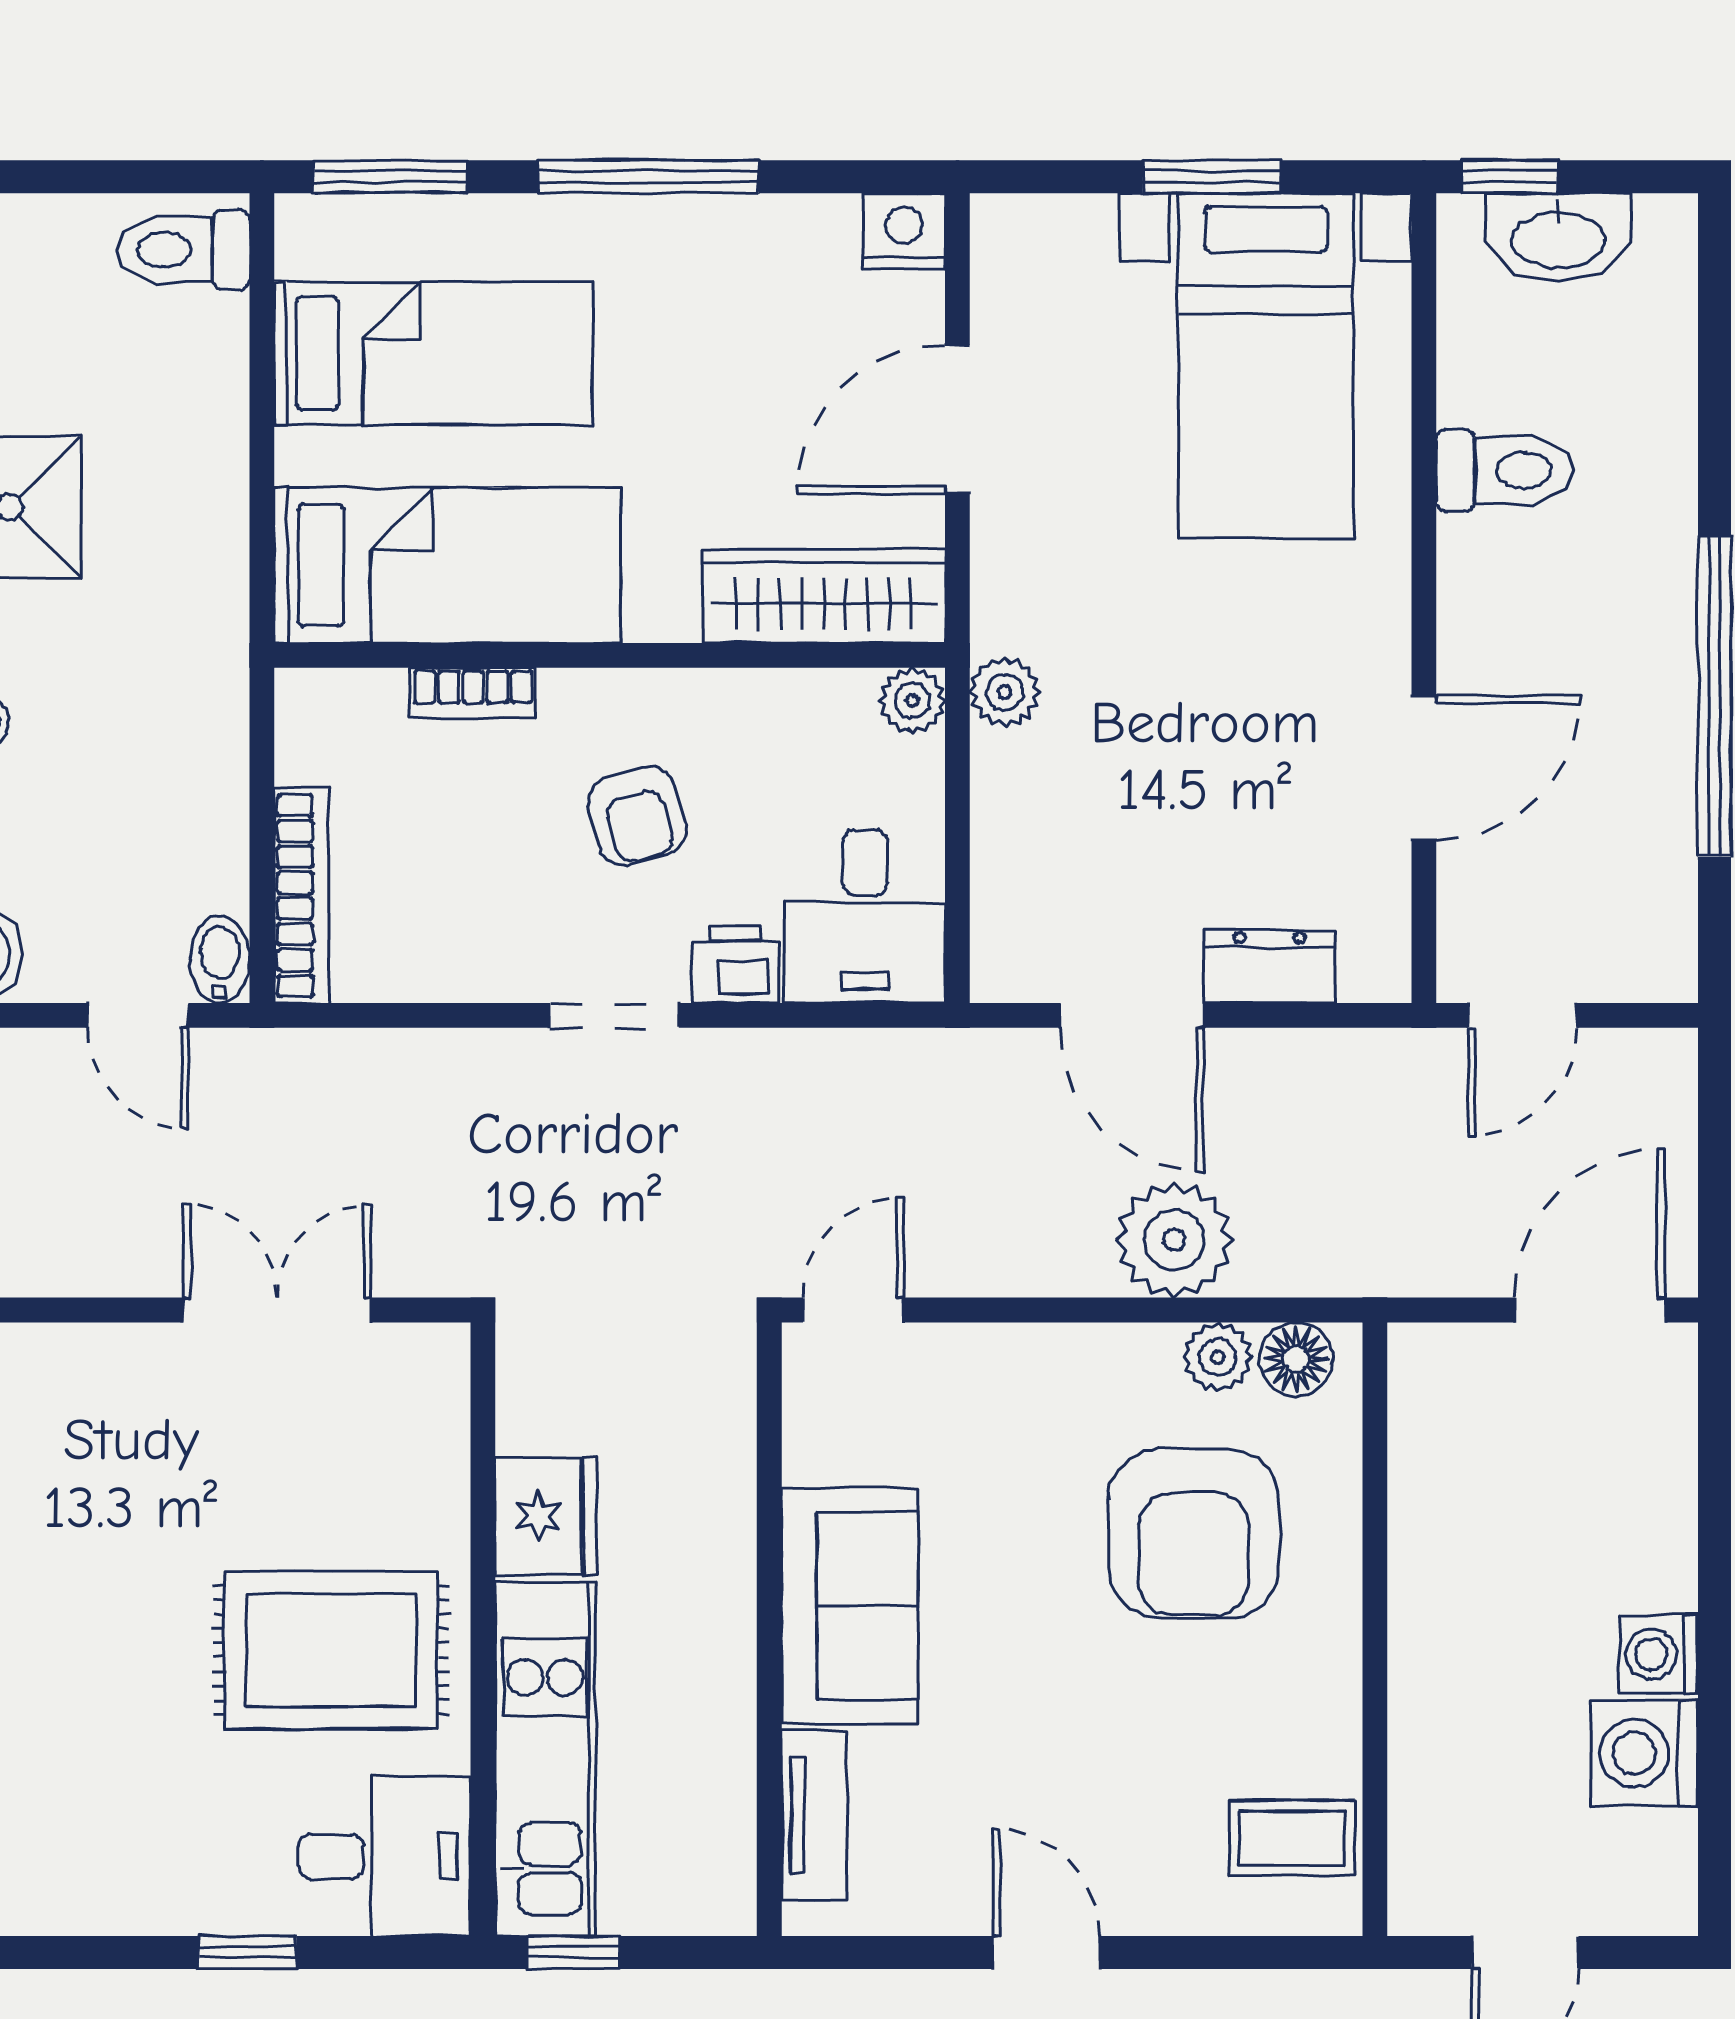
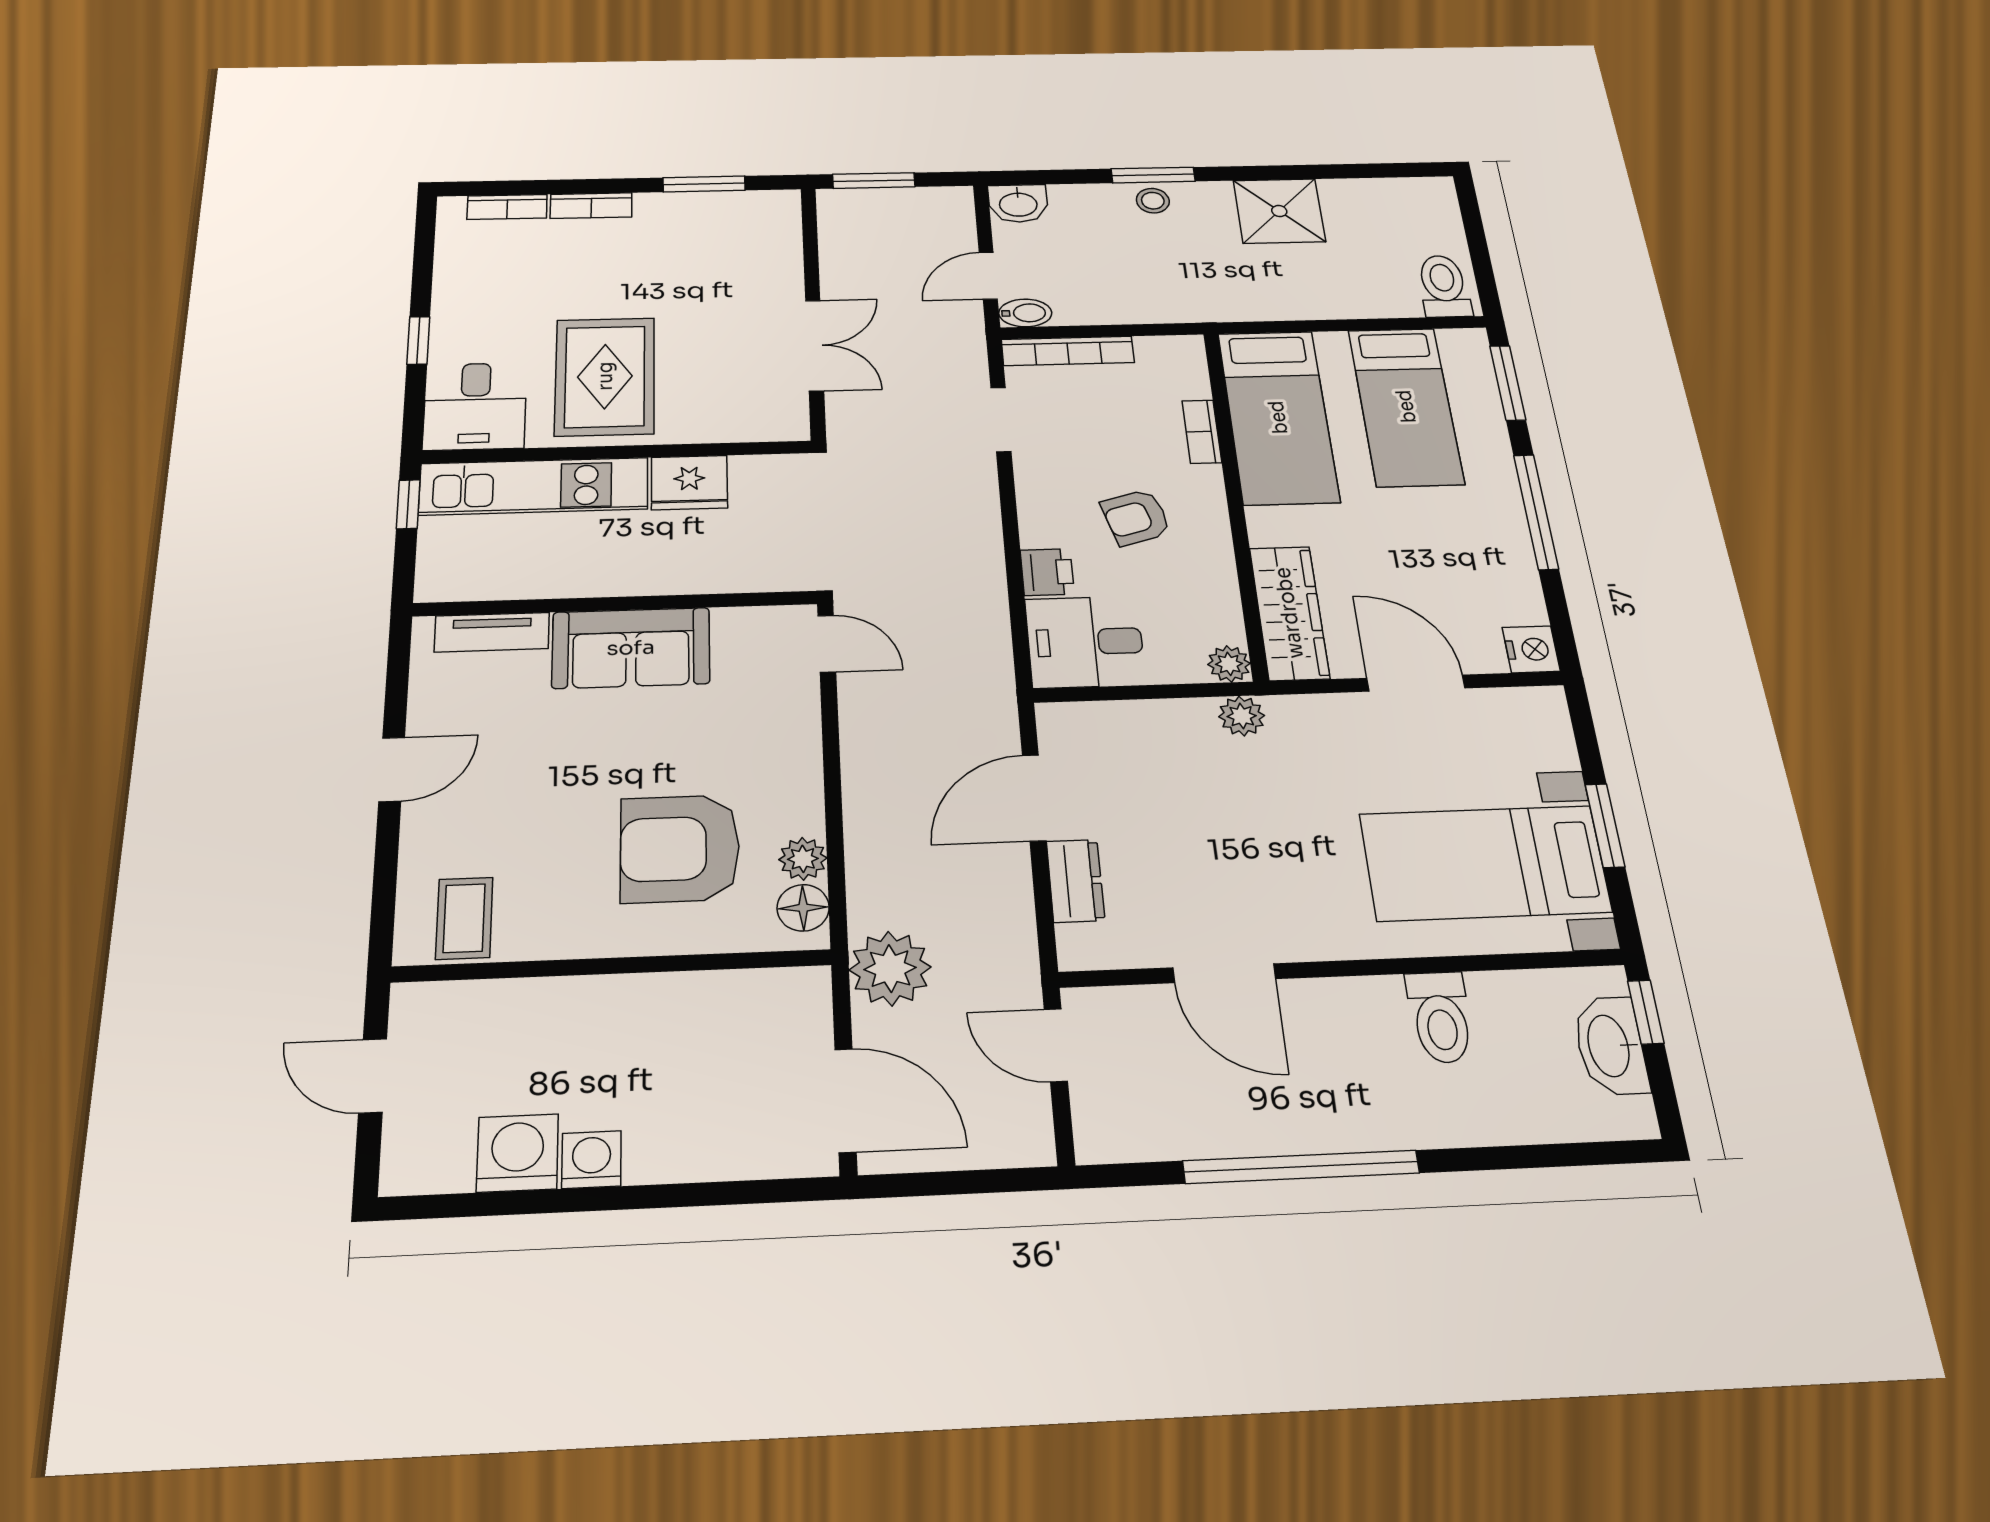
doorway: (615, 1015) -> (1001, 420), moved
plant: (1174, 1240) -> (890, 969), moved

